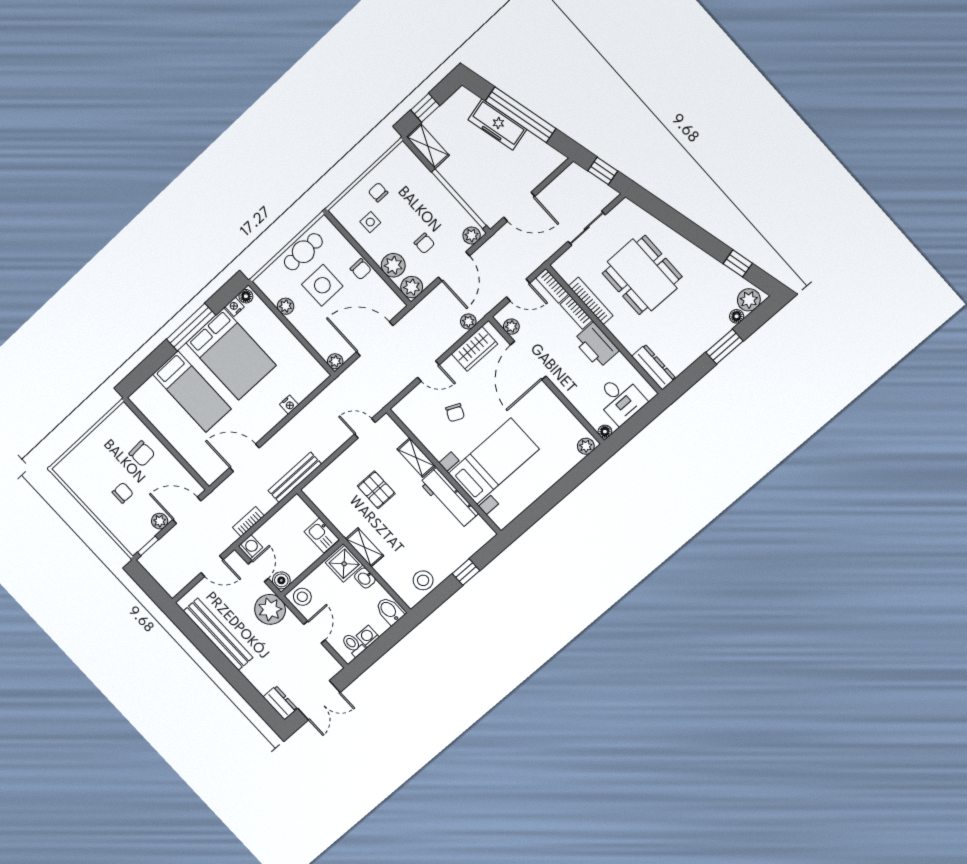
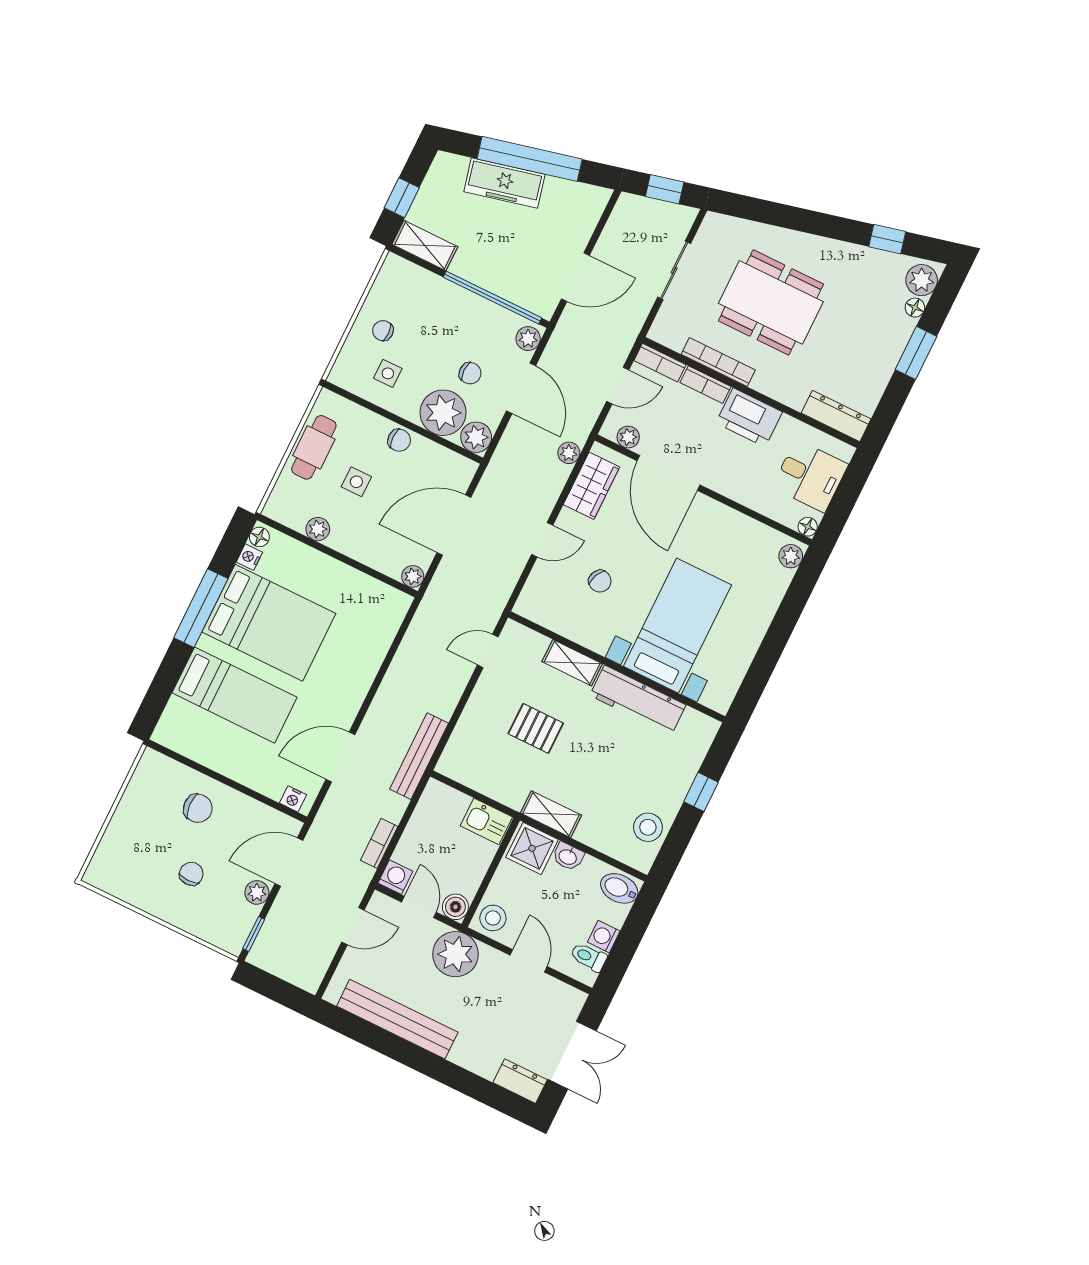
plant: (393, 265) -> (443, 413), width x1.36, depth x1.36
side table: (322, 285) -> (356, 482), width x0.54, depth x0.54
nightstand: (289, 405) -> (293, 799), moved, turned 90

